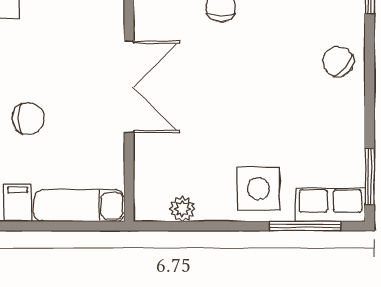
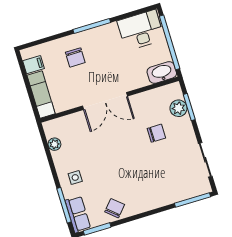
chair: (338, 62) -> (115, 208), moved
side table: (258, 189) -> (75, 178), width x0.54, depth x0.54

